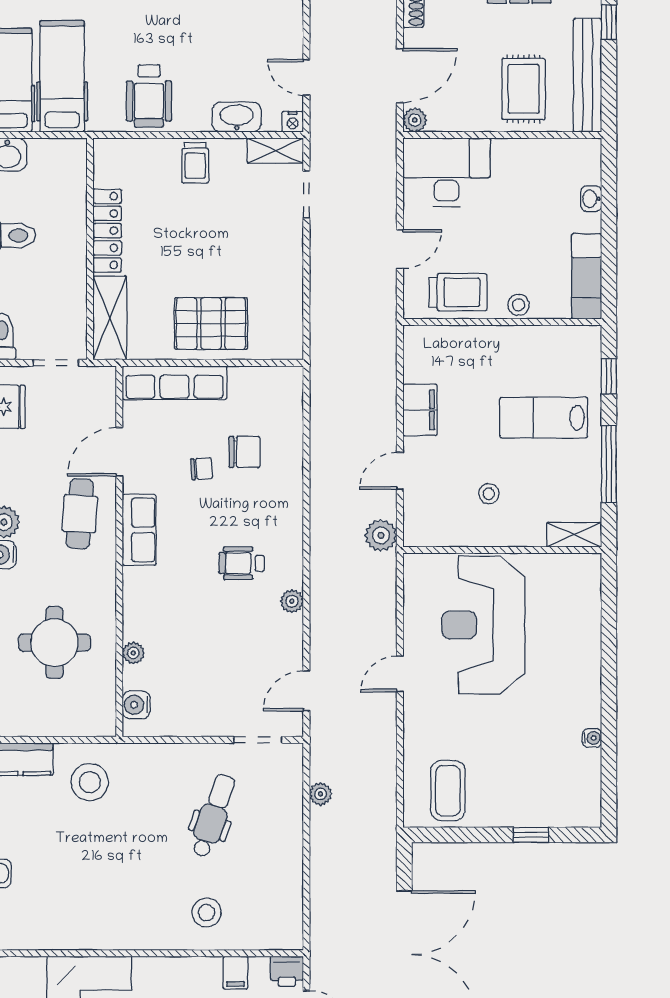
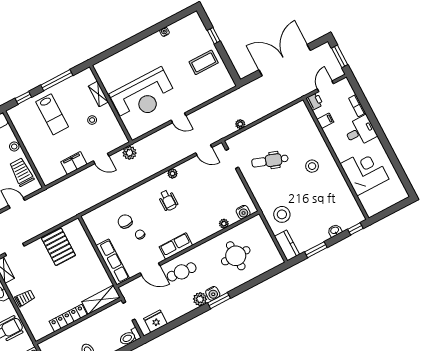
pallet: (211, 324) -> (58, 247), moved
shelving: (574, 535) -> (98, 94), moved
coffee table: (448, 791) -> (204, 62), moved
stool: (207, 913) -> (312, 166), moved

